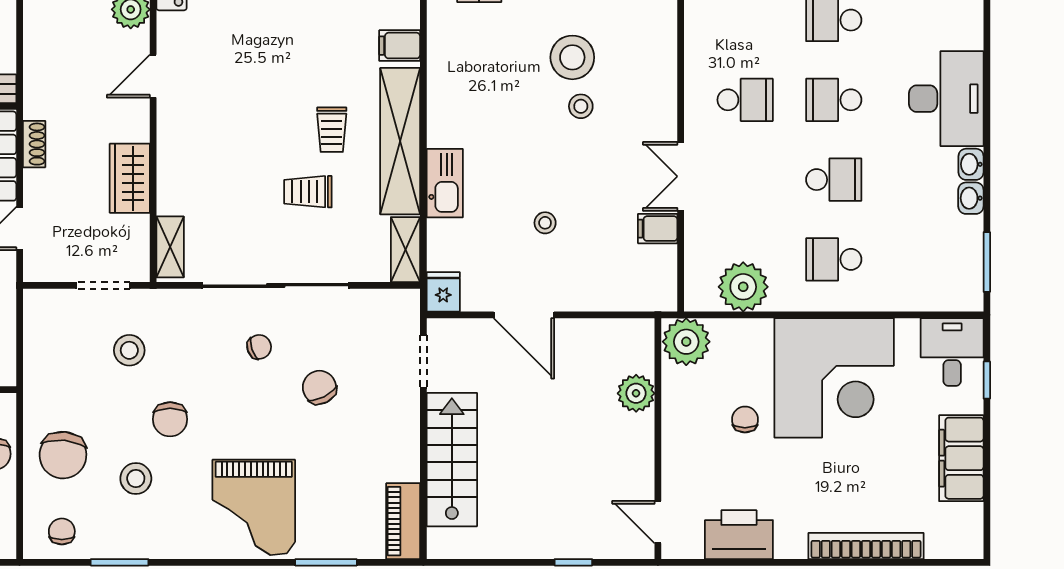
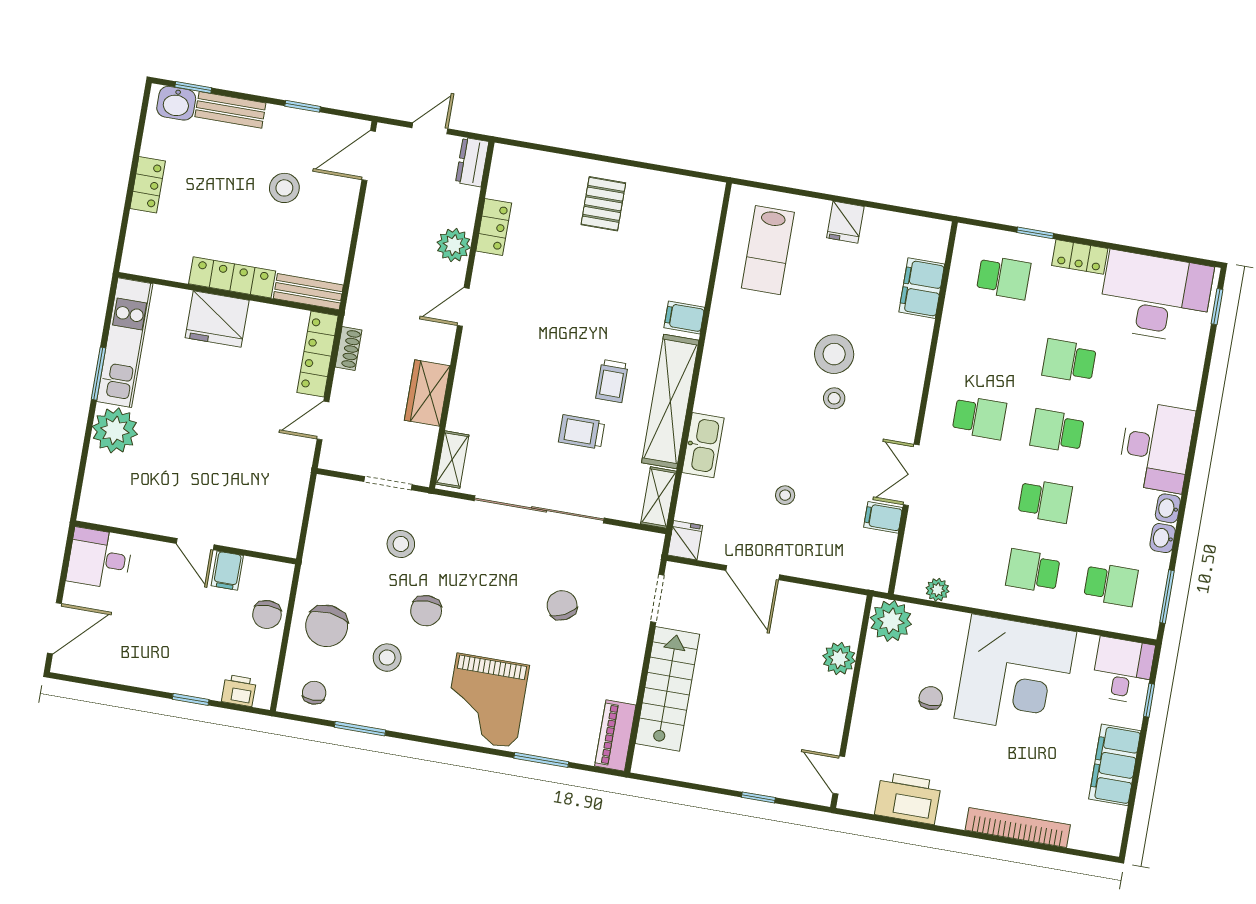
school desk: (922, 259) -> (1111, 584), added
plant: (743, 287) -> (937, 590), width x0.53, depth x0.53
chair: (259, 347) -> (515, 561), removed

